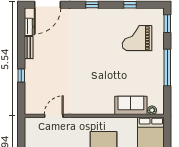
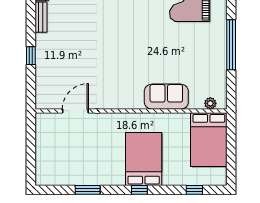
sofa: (131, 105) -> (166, 97), moved

